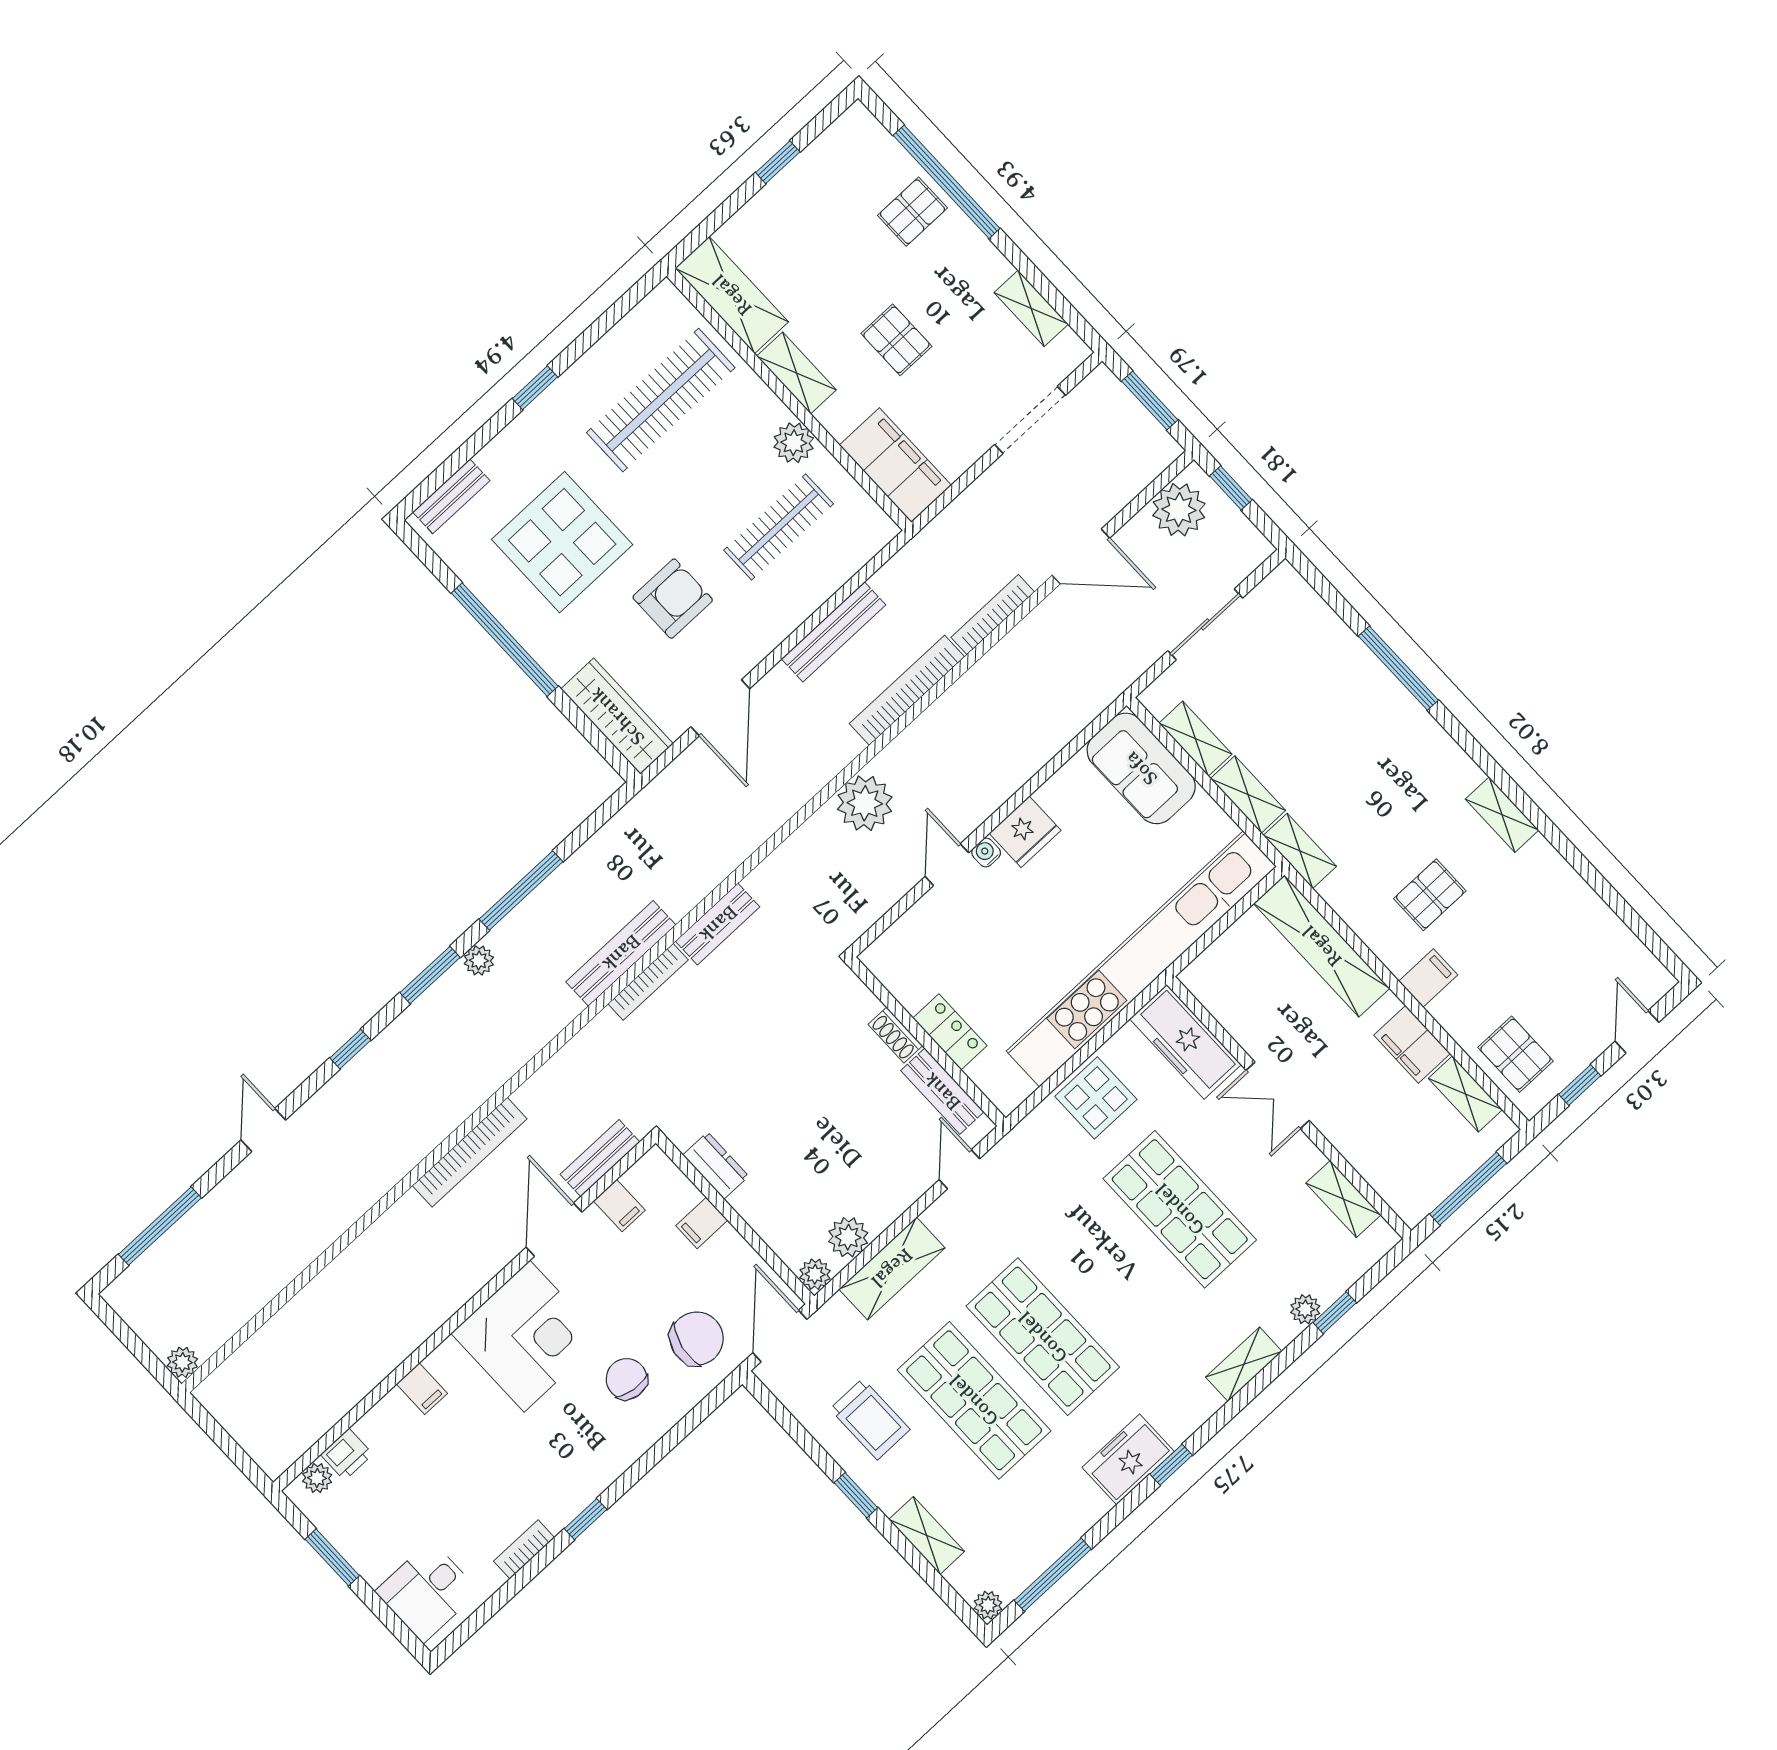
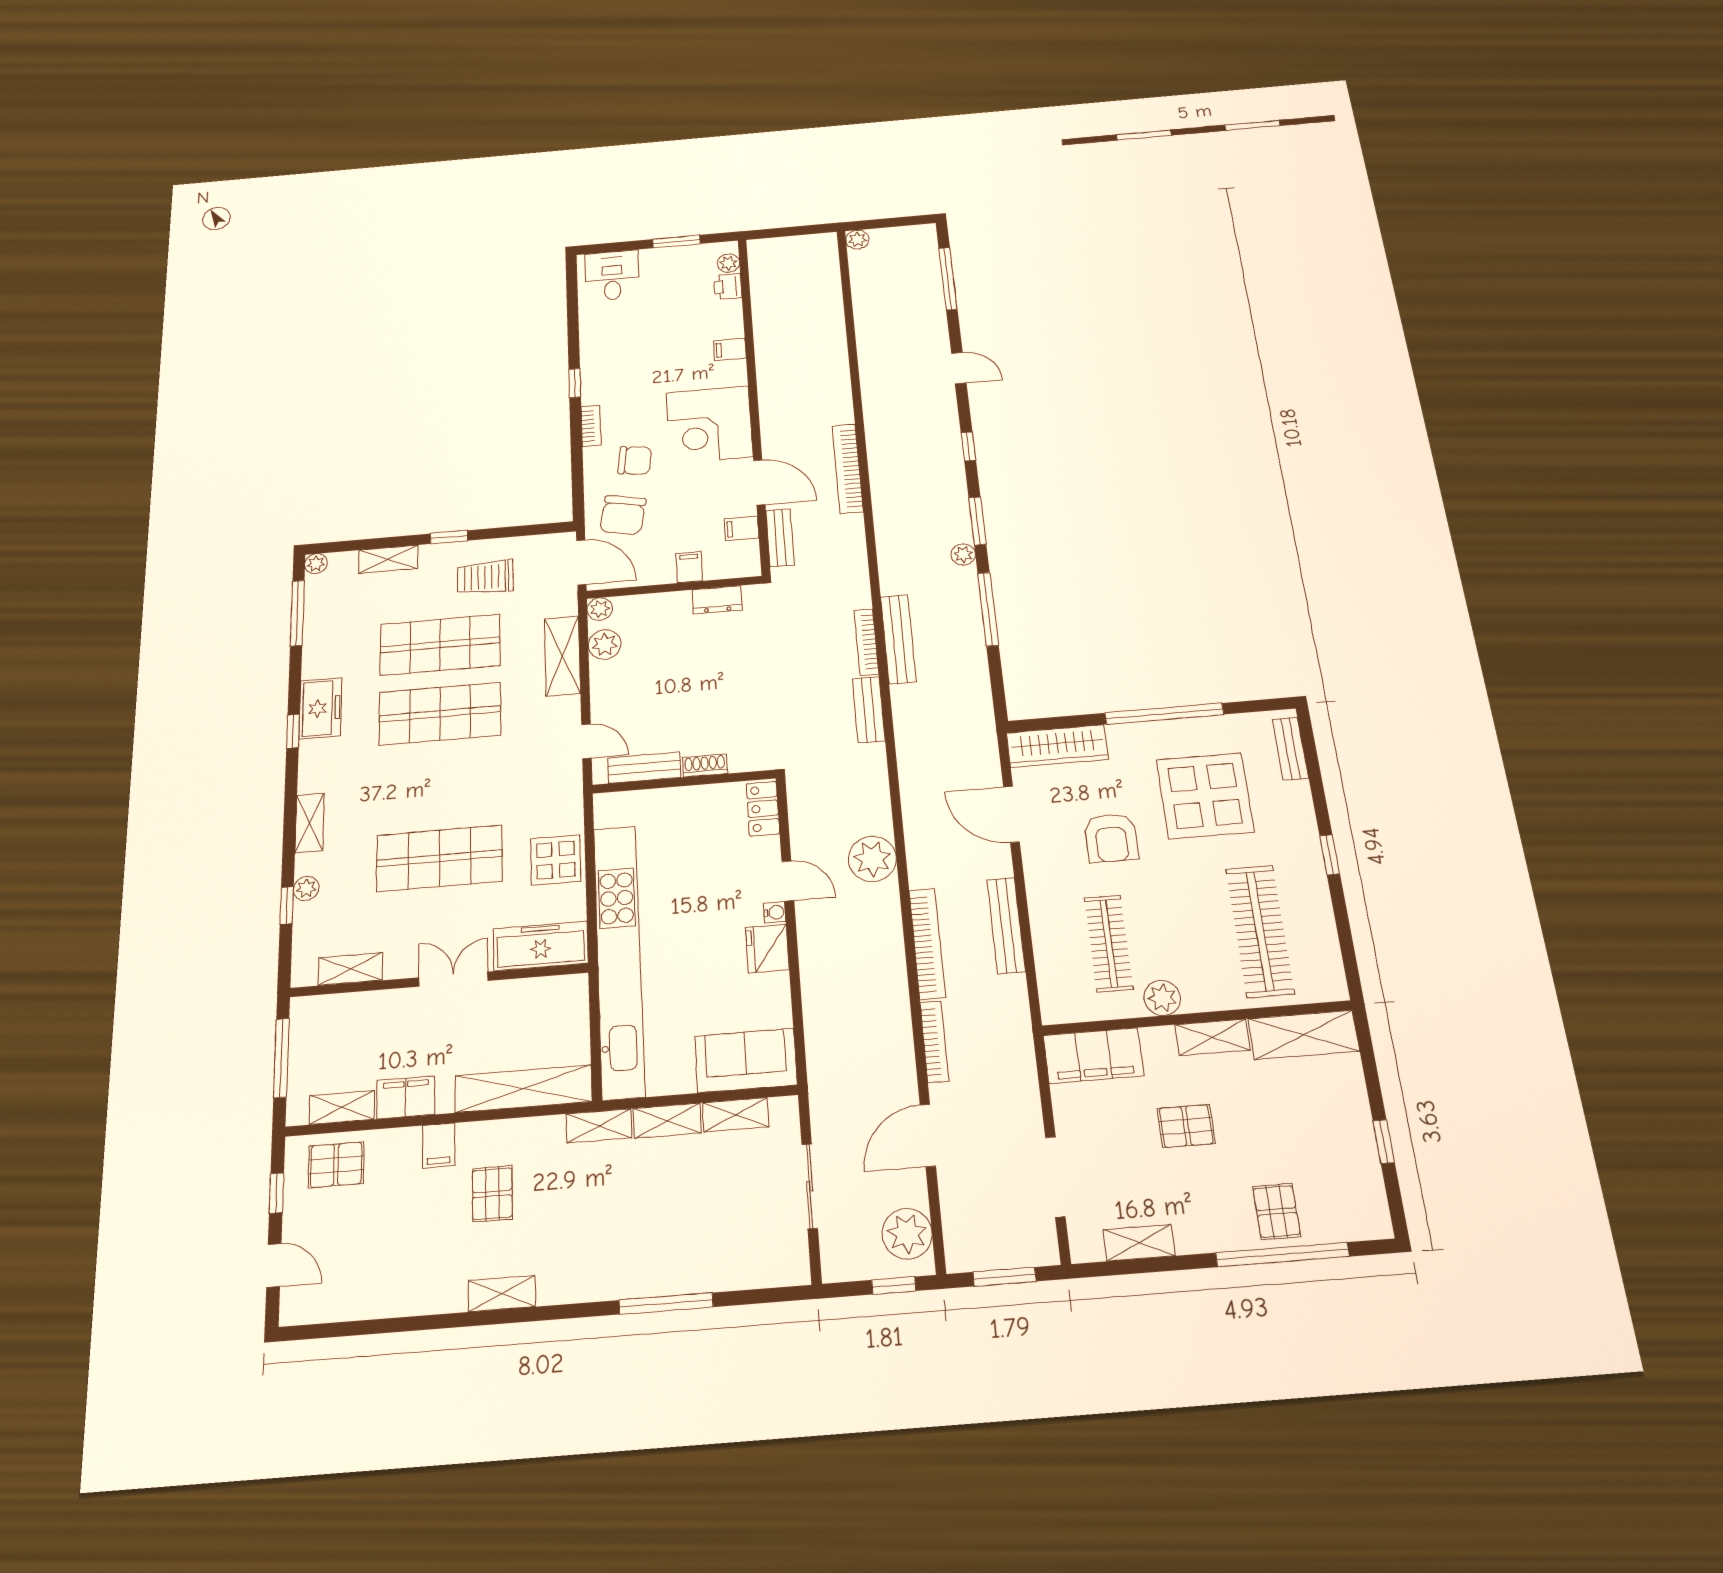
locker: (950, 1032) -> (763, 809), moved, turned 90
bookcase: (524, 1549) -> (591, 426), moved

